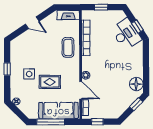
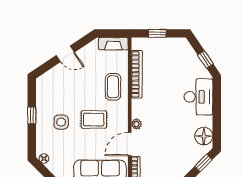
desk: (126, 34) -> (198, 97), moved, turned 34
rug: (50, 82) -> (94, 120), moved
door: (81, 90) -> (130, 144), swing flipped

